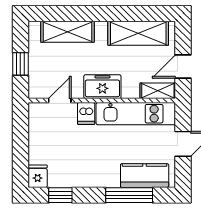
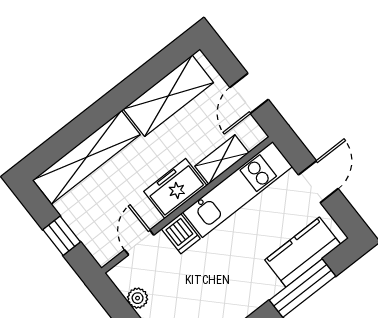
shelving: (67, 32) -> (87, 157), width x1.47
shelving: (158, 91) -> (222, 159), moved
plant: (35, 130) -> (138, 298), added

